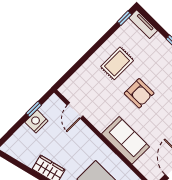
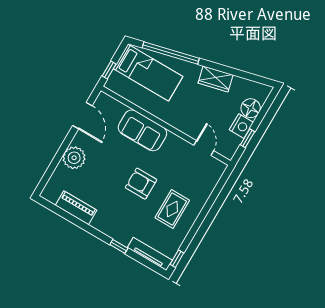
tv unit: (143, 24) -> (150, 254), width x1.41
floor lamp: (24, 135) -> (251, 108), added

